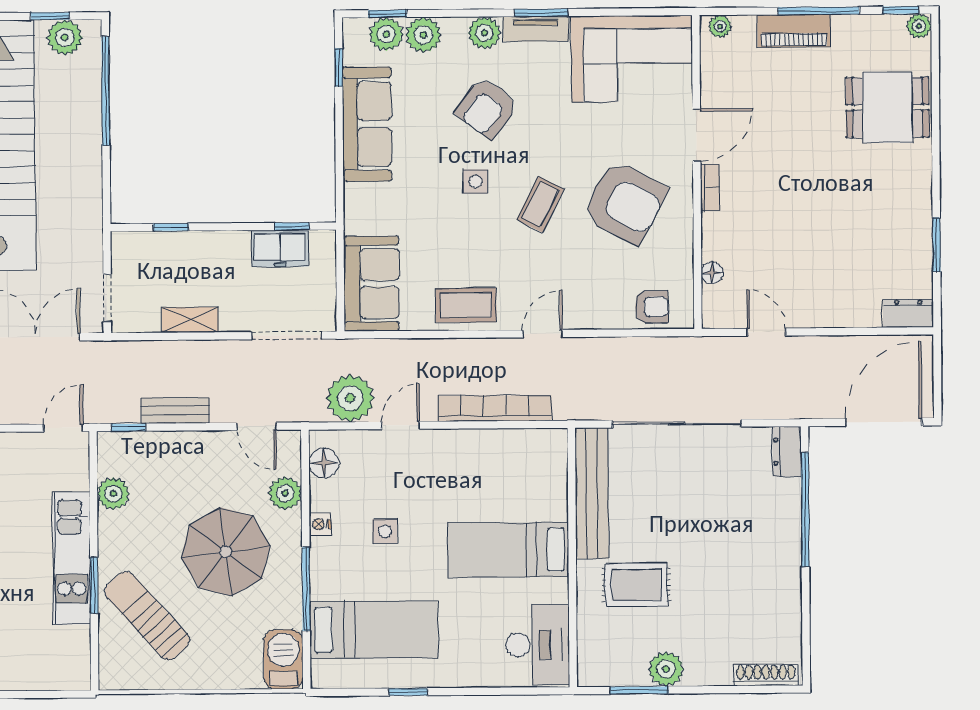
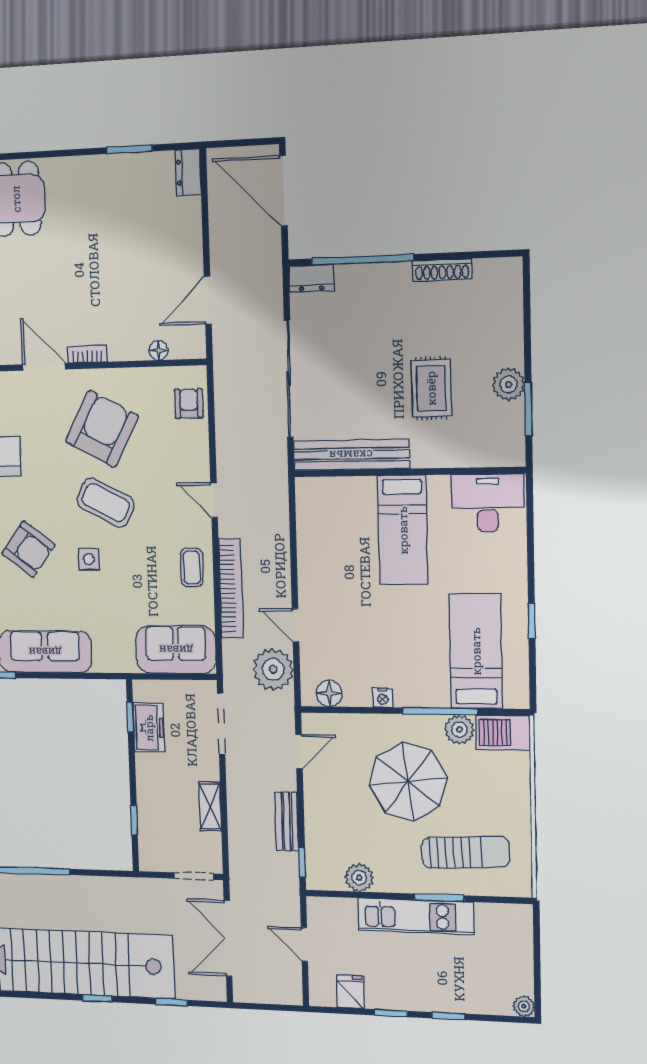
coffee table: (540, 204) -> (106, 503), width x1.36, depth x1.30
coffee table: (466, 305) -> (192, 567), width x0.73, depth x0.77
door: (766, 332) -> (208, 300), width x1.37
bookcase: (495, 408) -> (231, 589), moved, turned 180
door: (63, 428) -> (304, 945), moved
plant: (285, 493) -> (459, 730), moved
side table: (385, 531) -> (388, 640), removed
rug: (636, 585) -> (431, 388), moved
sun lounger: (147, 616) -> (466, 852), turned -141
shoe rack: (766, 675) -> (442, 270), moved, turned -90

